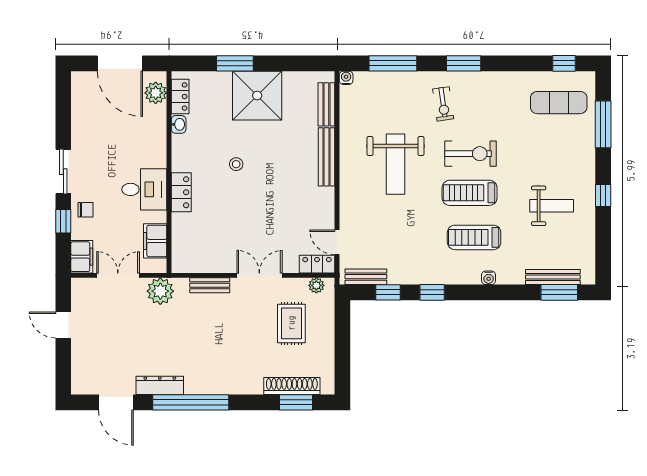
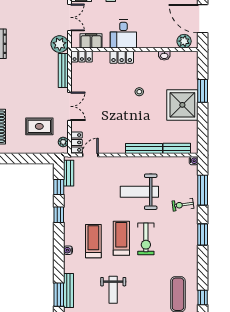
door: (120, 63) -> (203, 19), hinge flipped
locker: (180, 97) -> (82, 57), moved
exercise bike: (443, 104) -> (183, 205), moved
bench: (210, 285) -> (63, 71), width x1.36

